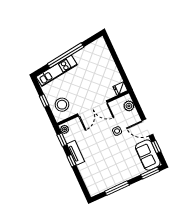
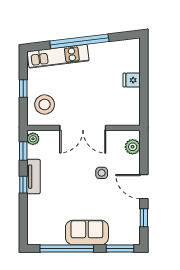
fridge: (120, 89) -> (132, 80), moved
sofa: (148, 155) -> (87, 232), moved, turned 90
window: (117, 188) -> (67, 249), width x1.46

